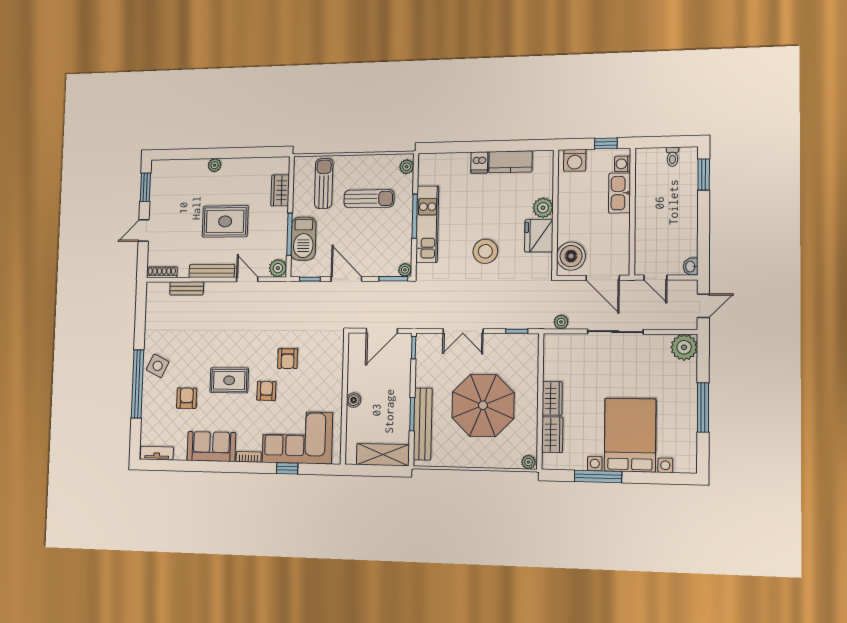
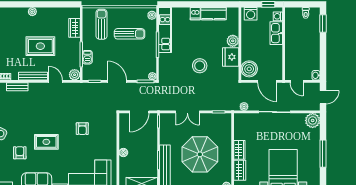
kitchen unit: (427, 224) -> (165, 30), moved
barbecue: (303, 239) -> (87, 57), width x0.53, depth x0.65
armchair: (266, 391) -> (70, 148), removed

